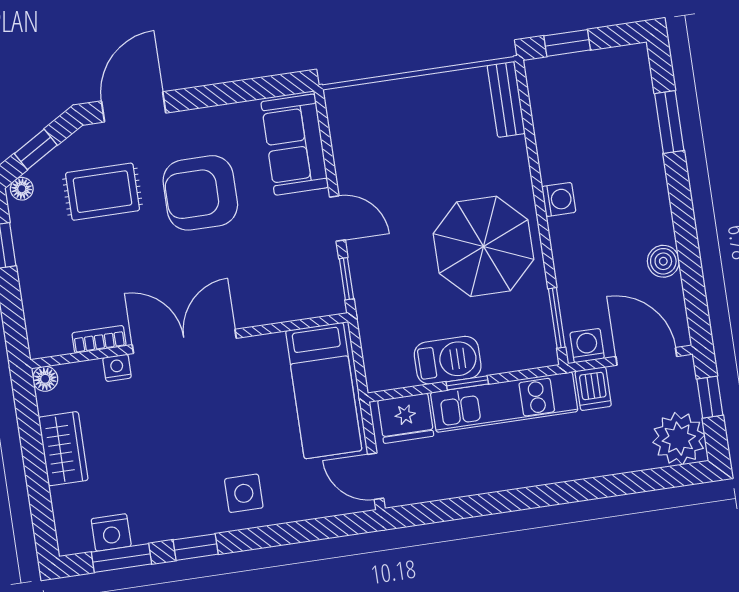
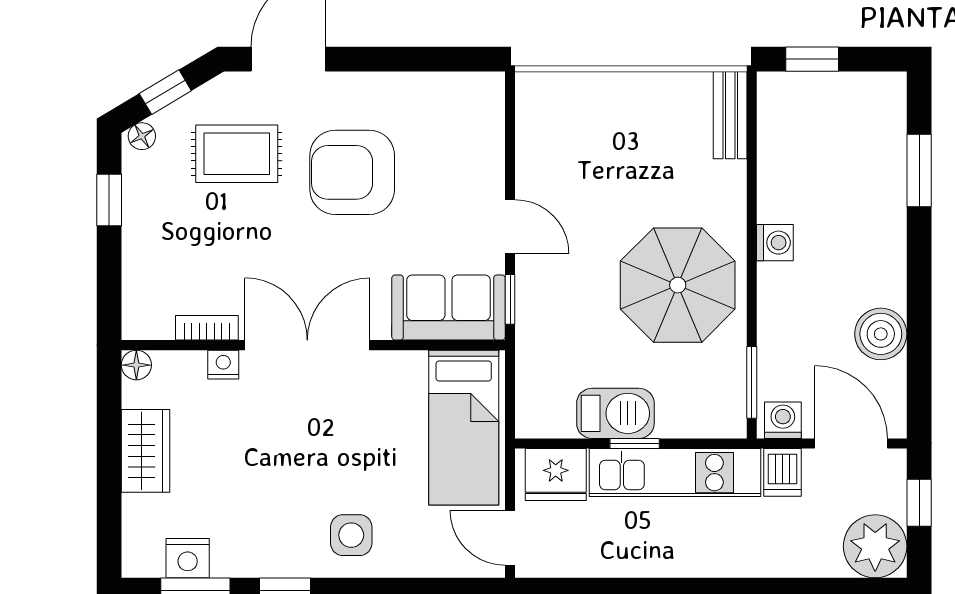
sofa: (295, 145) -> (448, 308), moved, turned 90
boiler: (663, 261) -> (881, 334), width x1.36, depth x1.36

